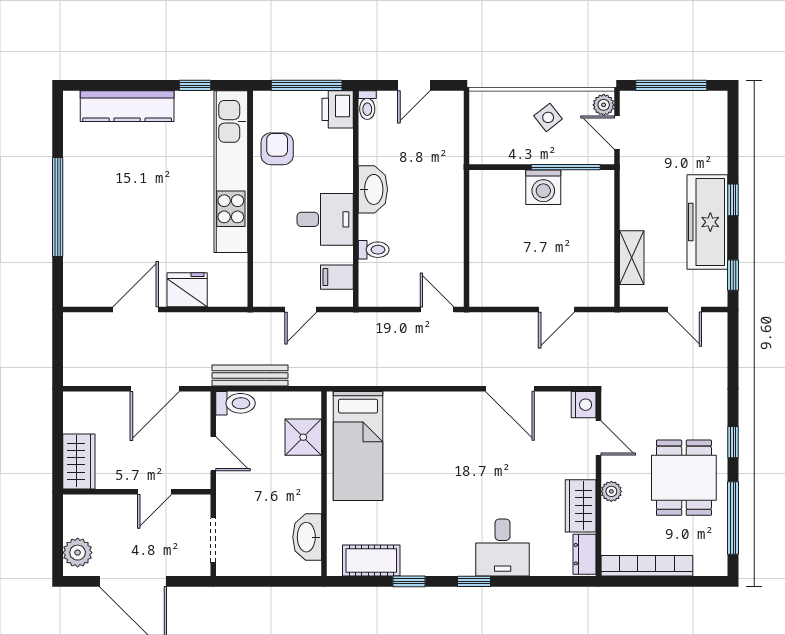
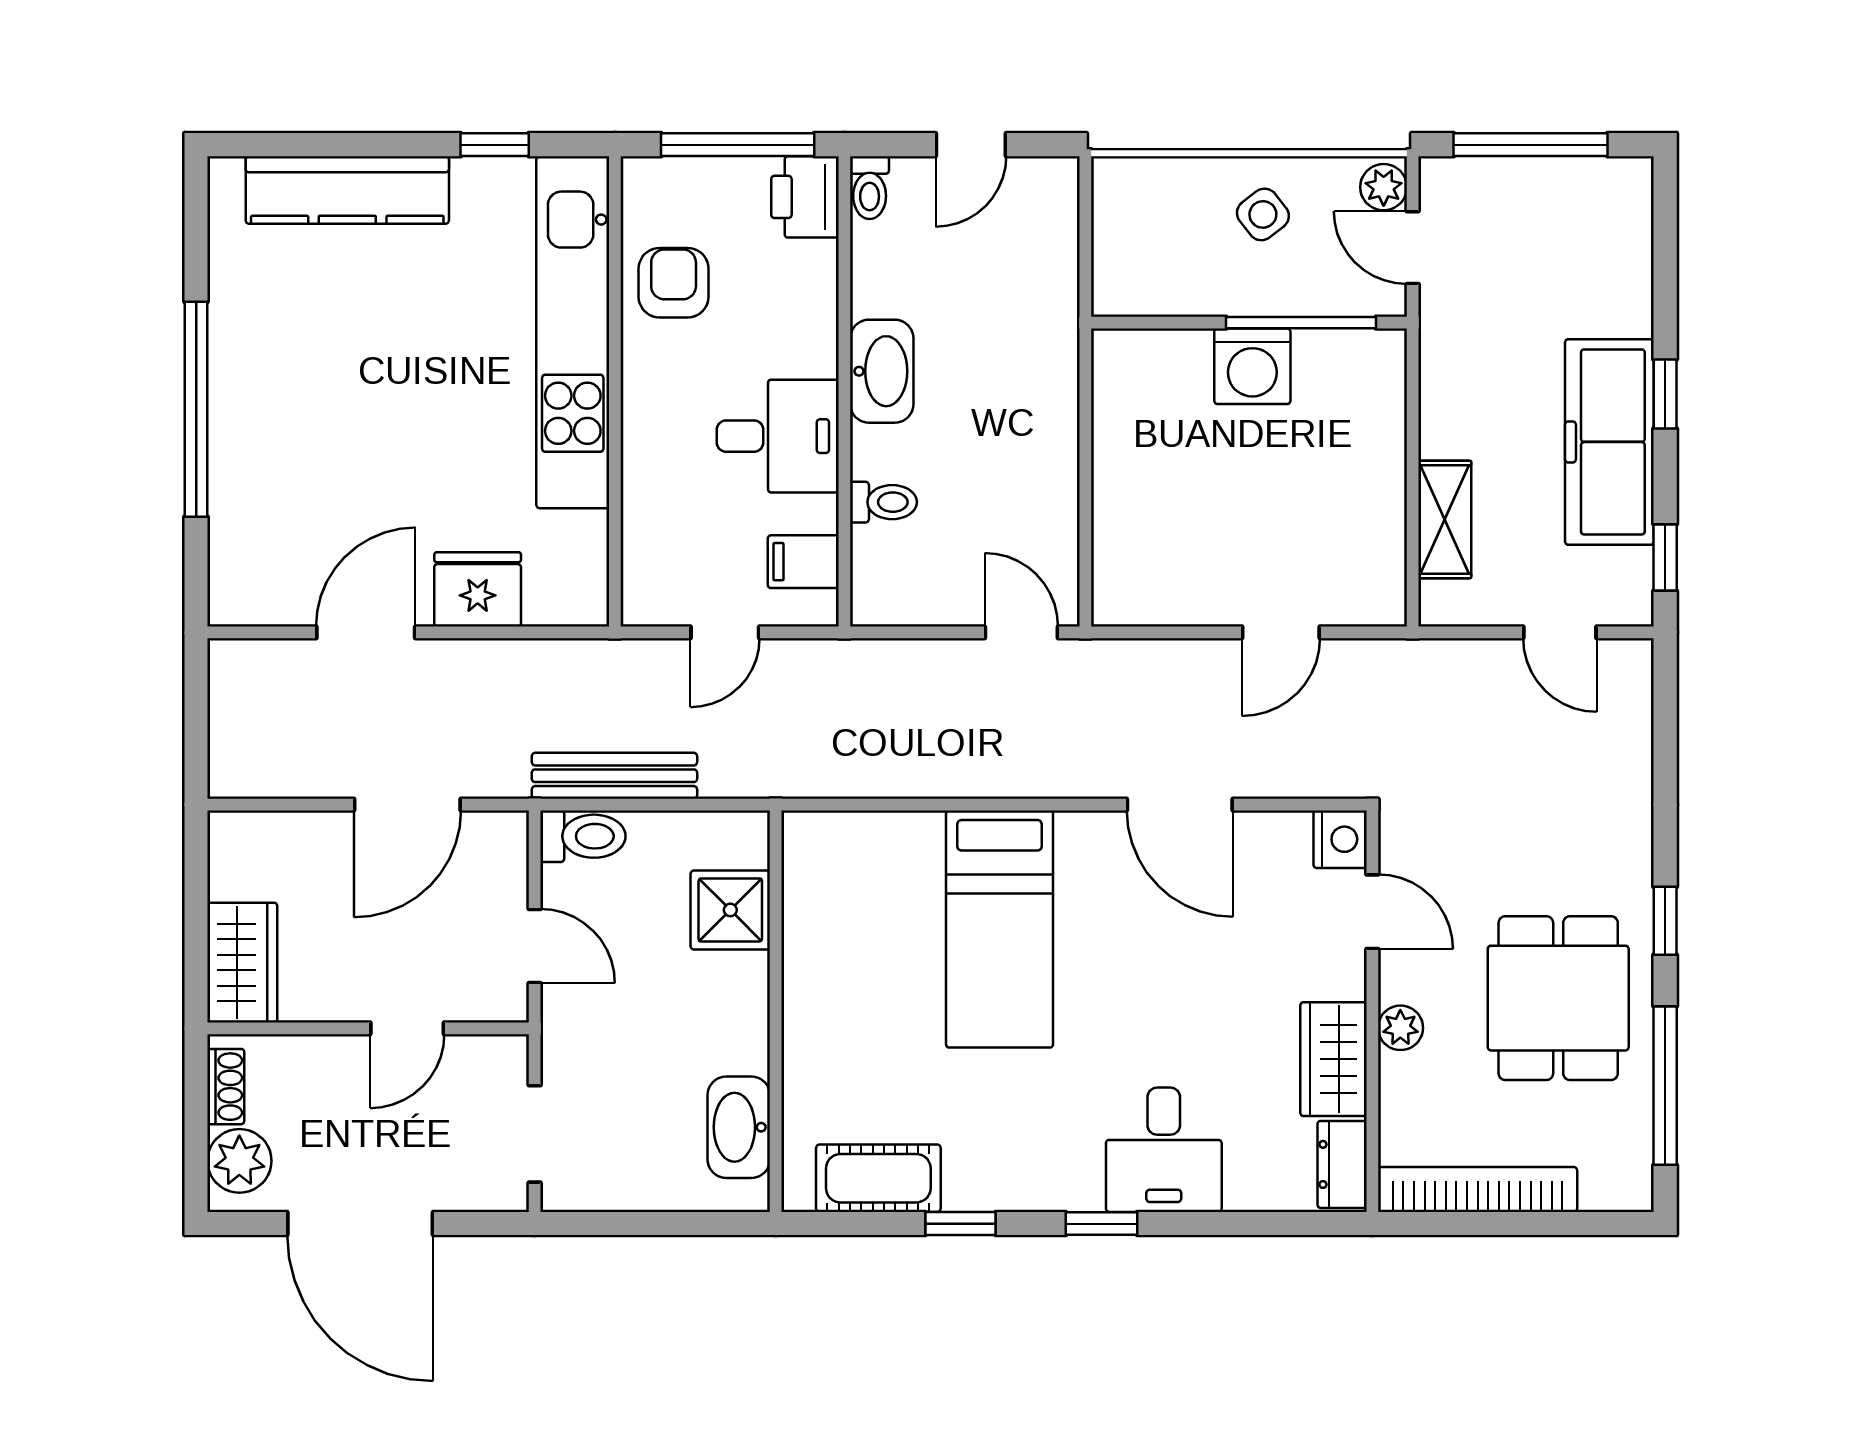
bed: (358, 446) -> (1000, 929), moved
shoe rack: (71, 518) -> (226, 1087), added

